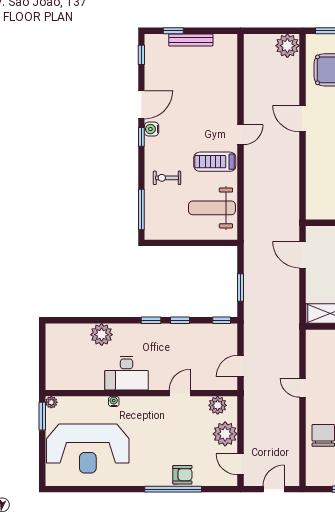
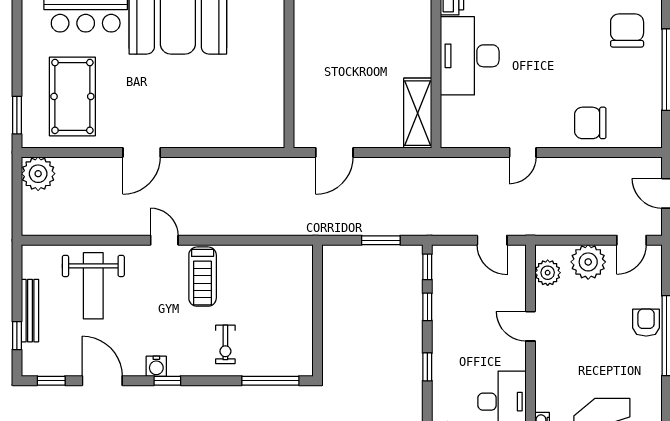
door: (141, 105) -> (102, 381), moved
weight bench: (212, 208) -> (93, 286), moved
window: (180, 320) -> (427, 307), moved

